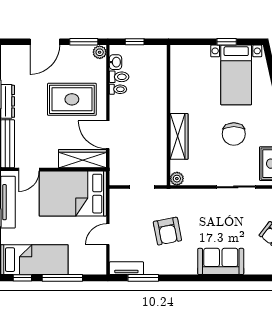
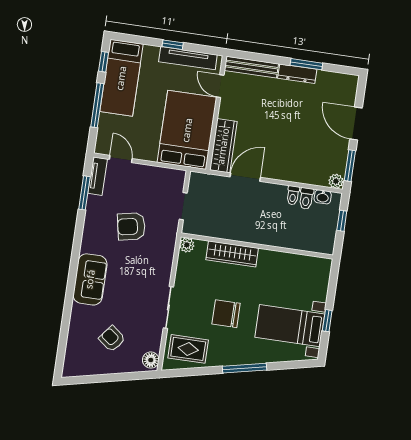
rug: (72, 99) -> (289, 144), removed
door: (108, 234) -> (121, 159), moved

